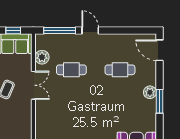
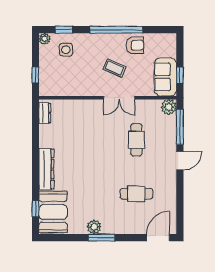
plant: (42, 57) -> (169, 107), moved
cafe table: (120, 70) -> (136, 194), turned 90
plant: (150, 92) -> (94, 227), moved

